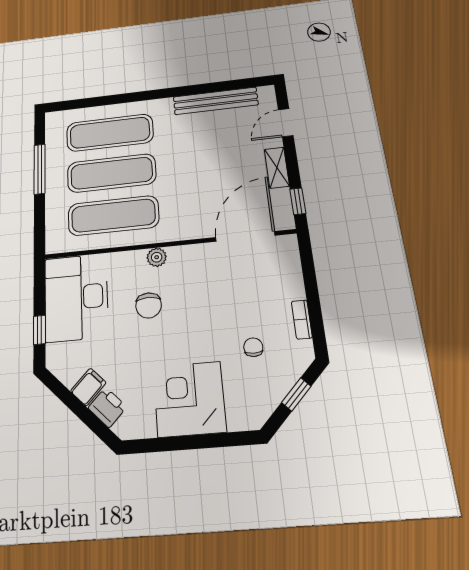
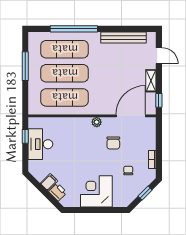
window: (125, 98) -> (74, 29), added
door: (286, 123) -> (159, 56), swing flipped
plant: (157, 257) -> (97, 122), moved
desk: (76, 297) -> (40, 144), width x0.73, depth x0.77
chair: (149, 305) -> (113, 143), moved
window: (39, 330) -> (25, 136), moved

